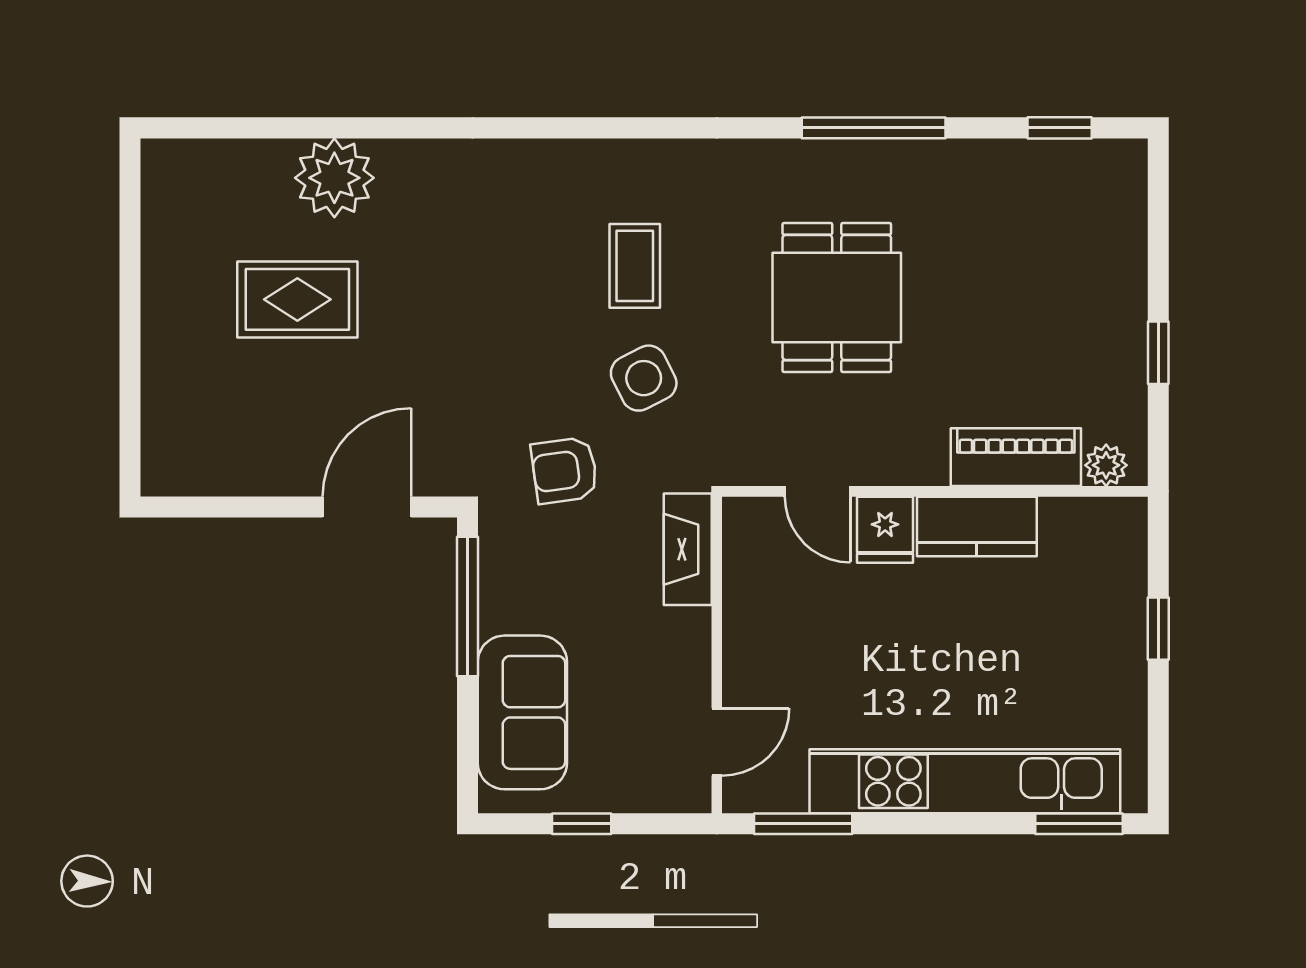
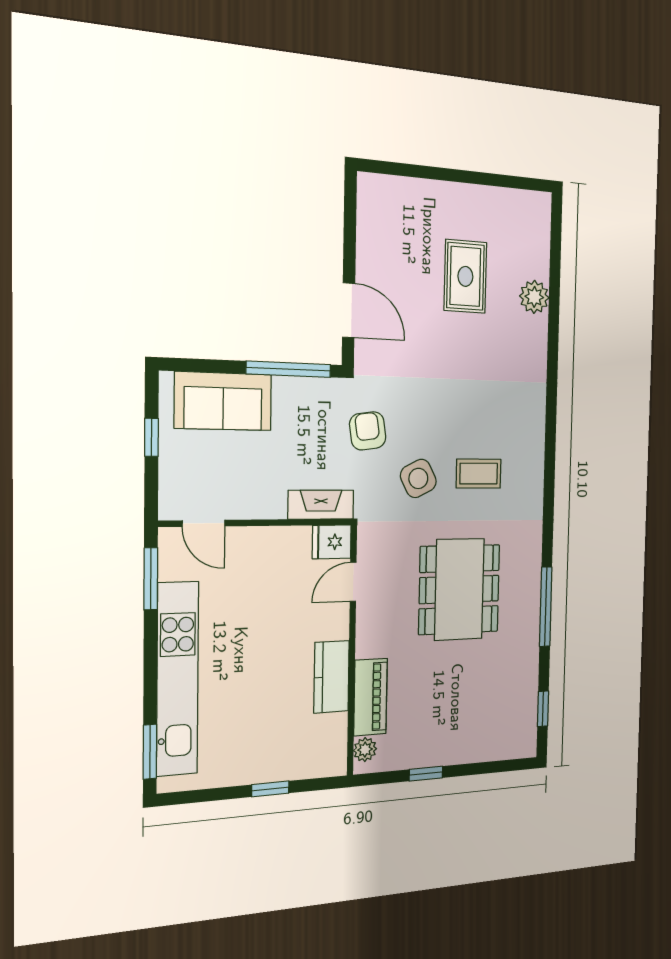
plant: (334, 178) -> (534, 297), width x0.73, depth x0.73
dining table: (837, 297) -> (459, 589), width x1.38
fridge: (885, 530) -> (332, 542), moved

